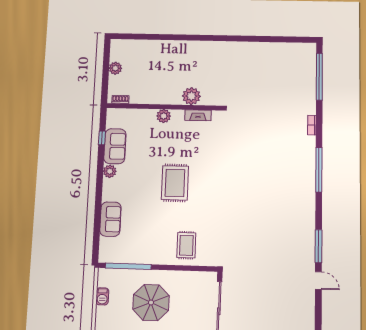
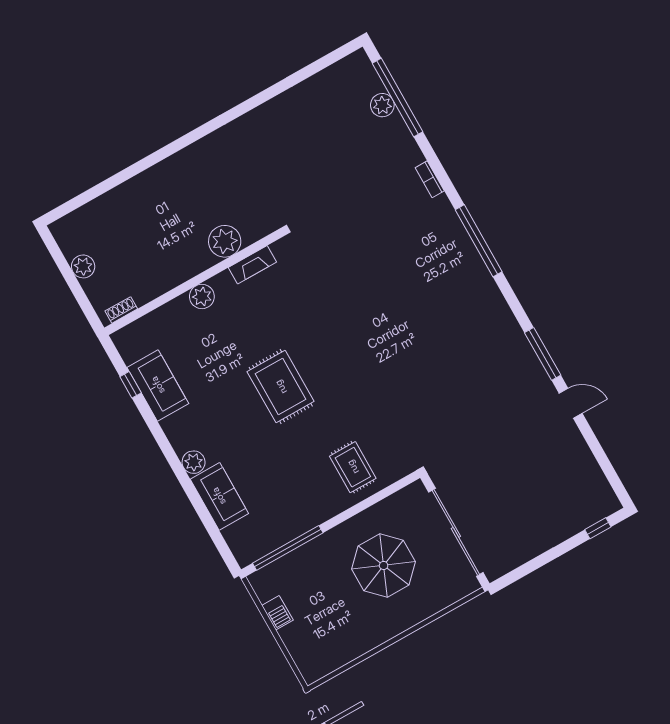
plant: (309, 76) -> (382, 105), added
plant: (110, 171) -> (194, 462), moved
parasol: (151, 302) -> (384, 565), moved

